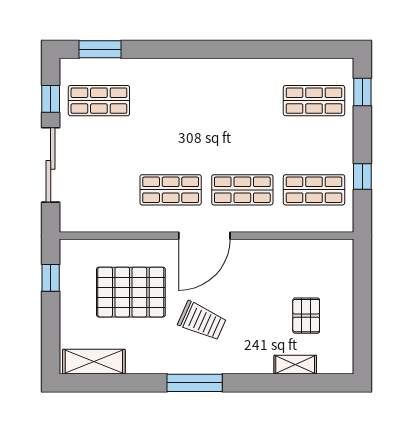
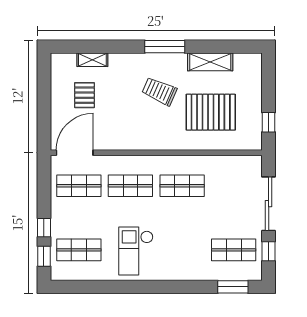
checkout: (235, 99) -> (136, 251), added
window: (362, 176) -> (44, 228), moved
door: (204, 236) -> (75, 153), moved
shelving: (94, 362) -> (210, 62), moved

